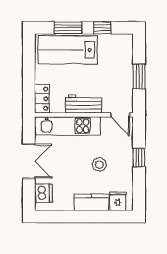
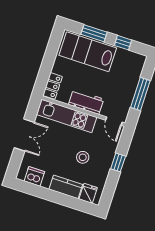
window: (139, 77) -> (140, 94), width x1.44
dishwasher: (43, 193) -> (34, 176), moved, turned -90

